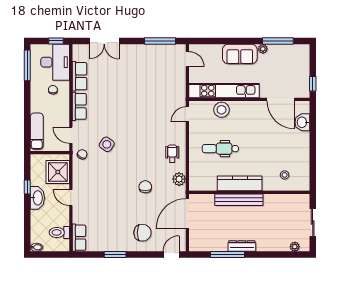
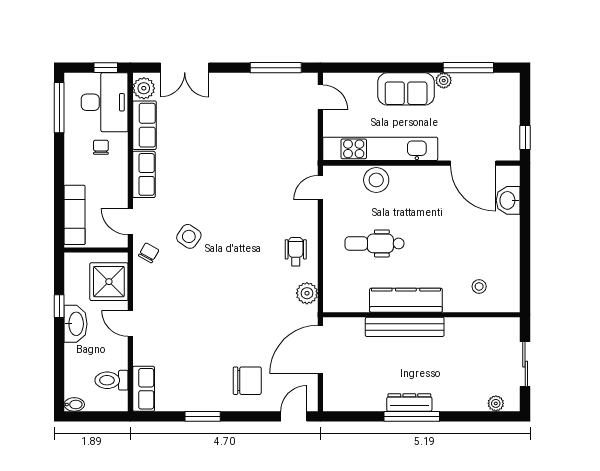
plant: (79, 54) -> (144, 88), added
chair: (145, 187) -> (252, 306), removed
window: (227, 255) -> (412, 416), moved

